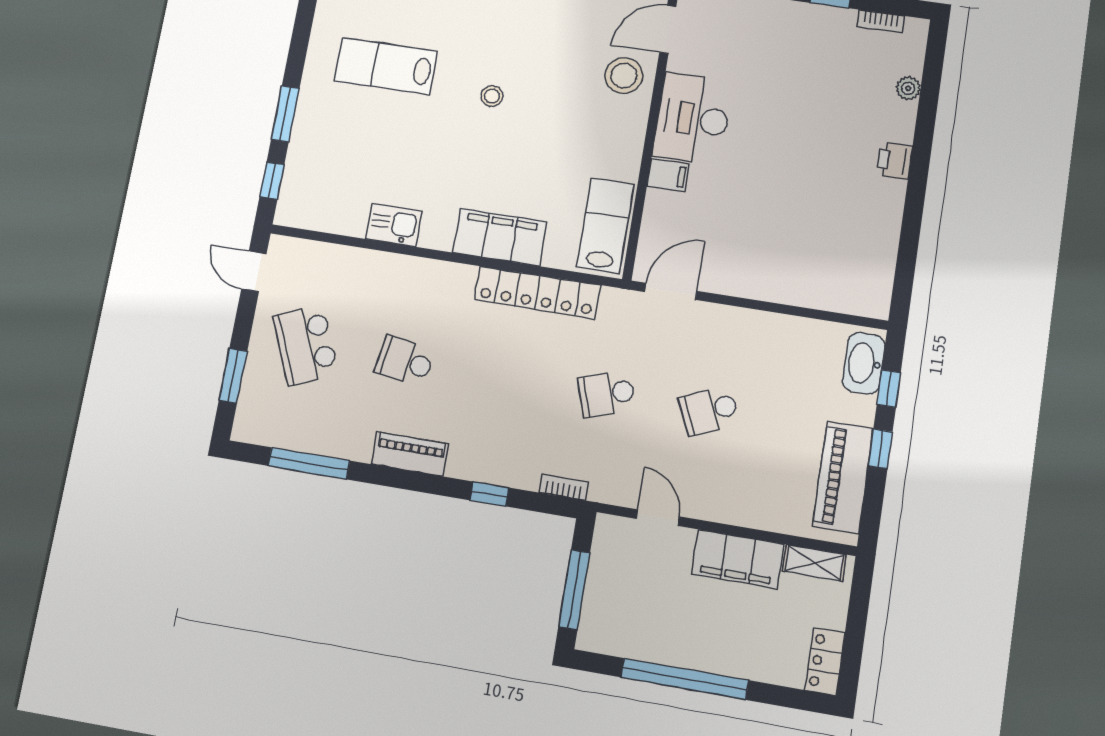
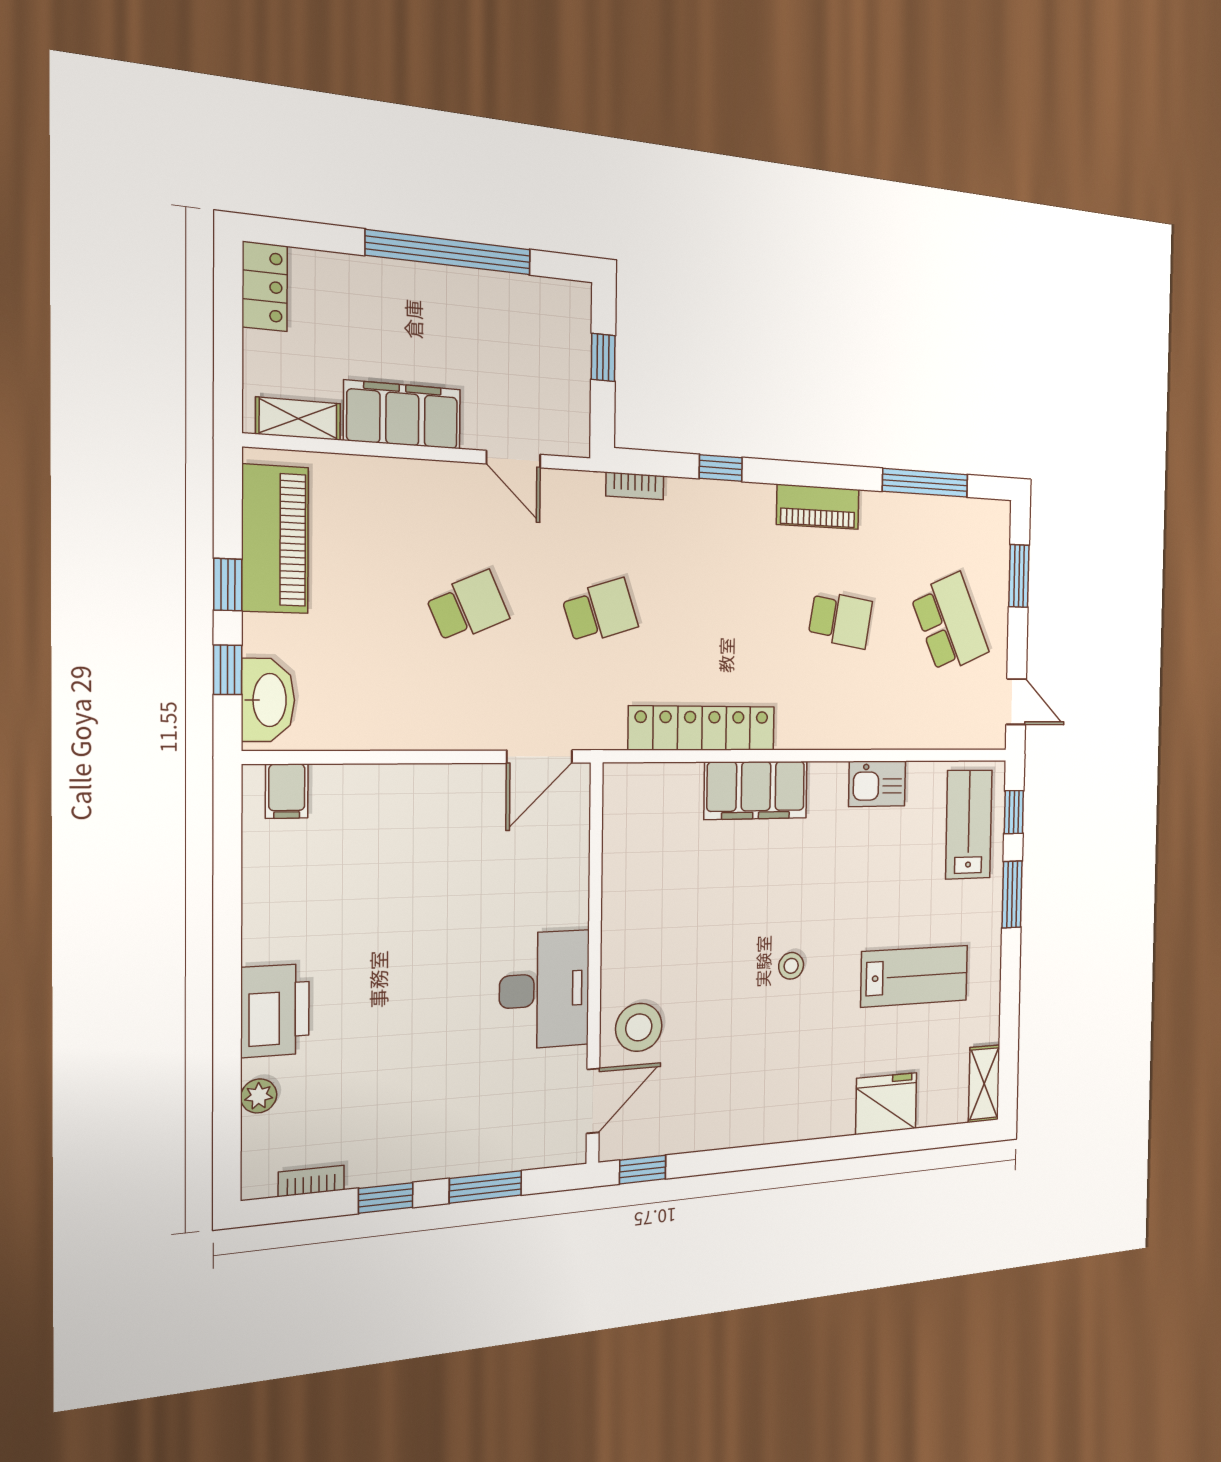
printer: (894, 161) -> (275, 1010), width x1.87, depth x1.48
filing cabinet: (668, 175) -> (287, 791), moved, turned -90
lab bench: (605, 225) -> (969, 824), moved, turned 180
window: (574, 590) -> (603, 357), width x0.46

